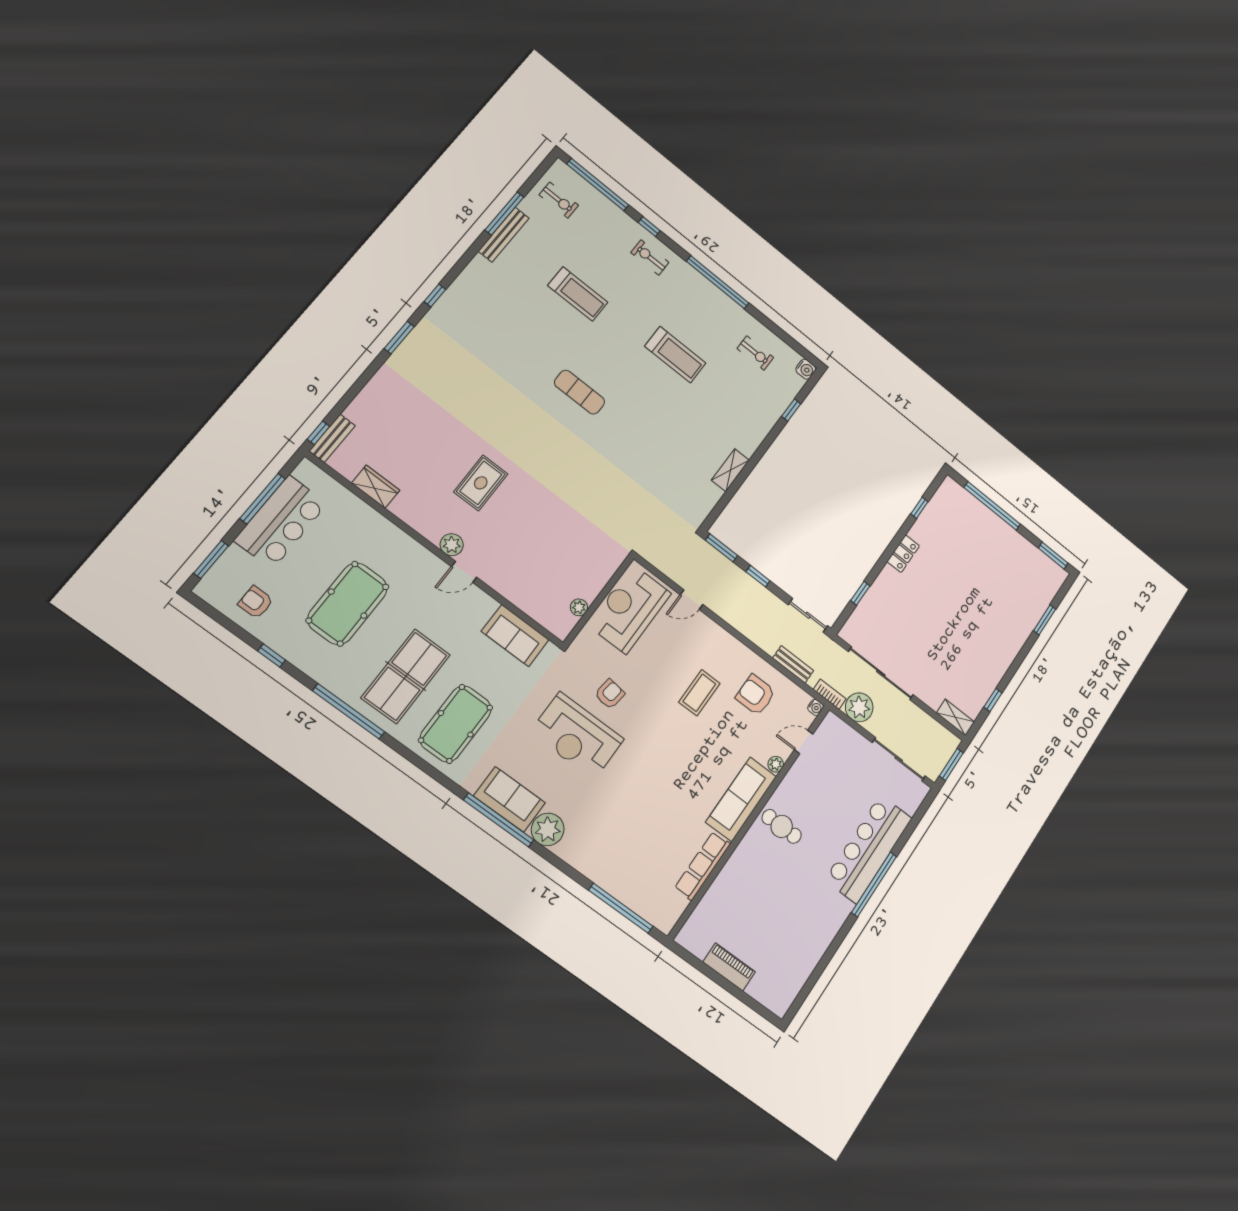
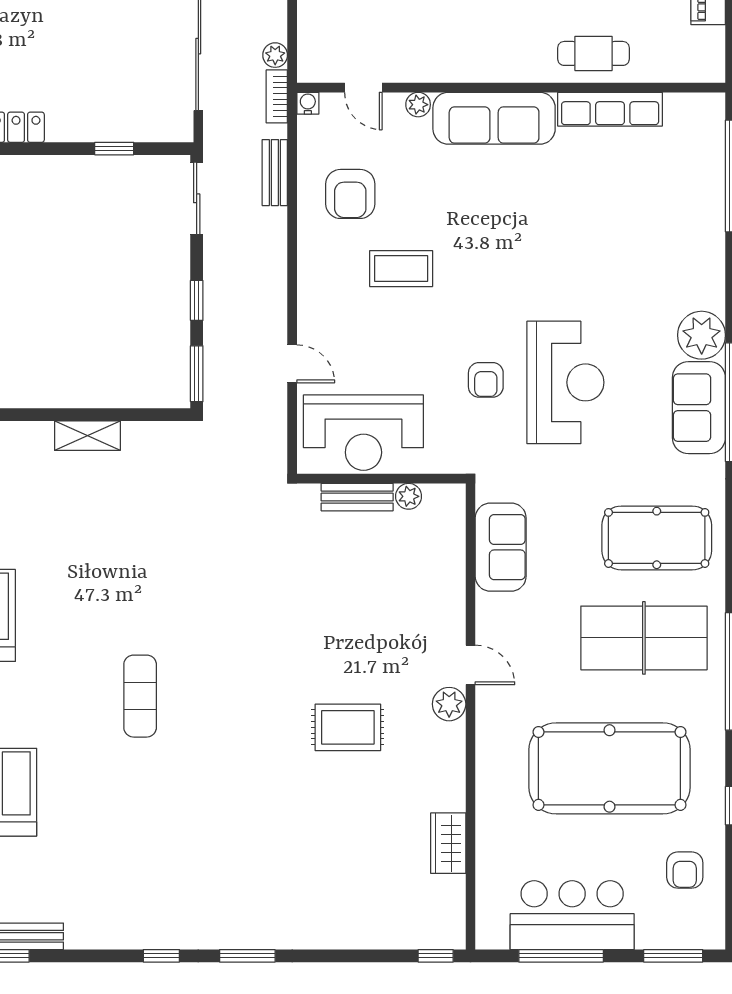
bench: (332, 438) -> (357, 497), moved
pool table: (348, 604) -> (609, 768), width x1.36, depth x1.32
armchair: (610, 694) -> (486, 380), turned -97
plant: (859, 707) -> (275, 55), width x0.53, depth x0.53
cafe table: (782, 826) -> (594, 53), moved, turned 90

